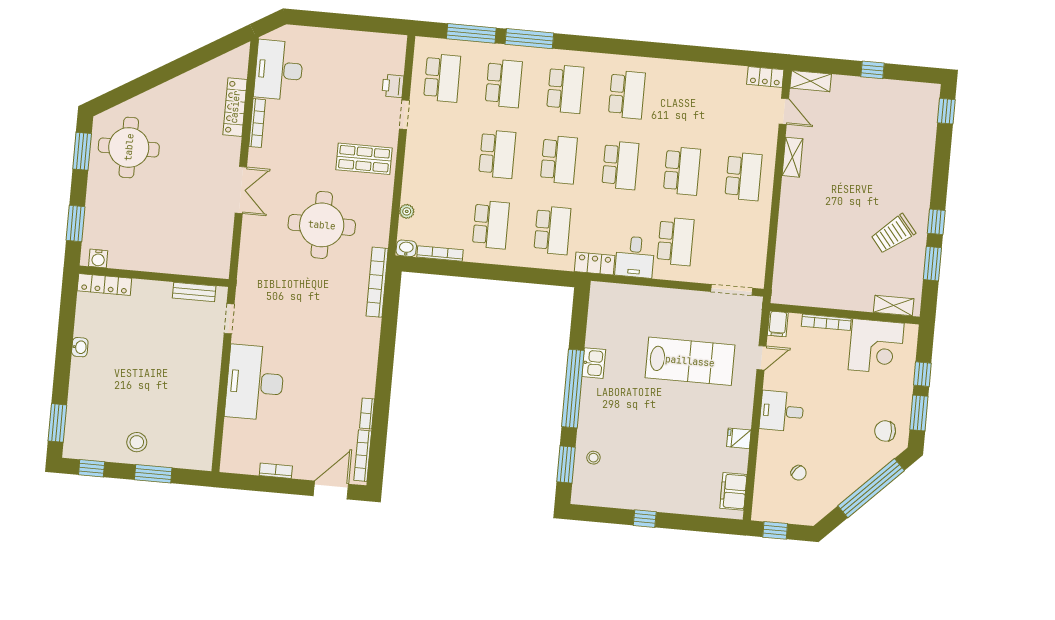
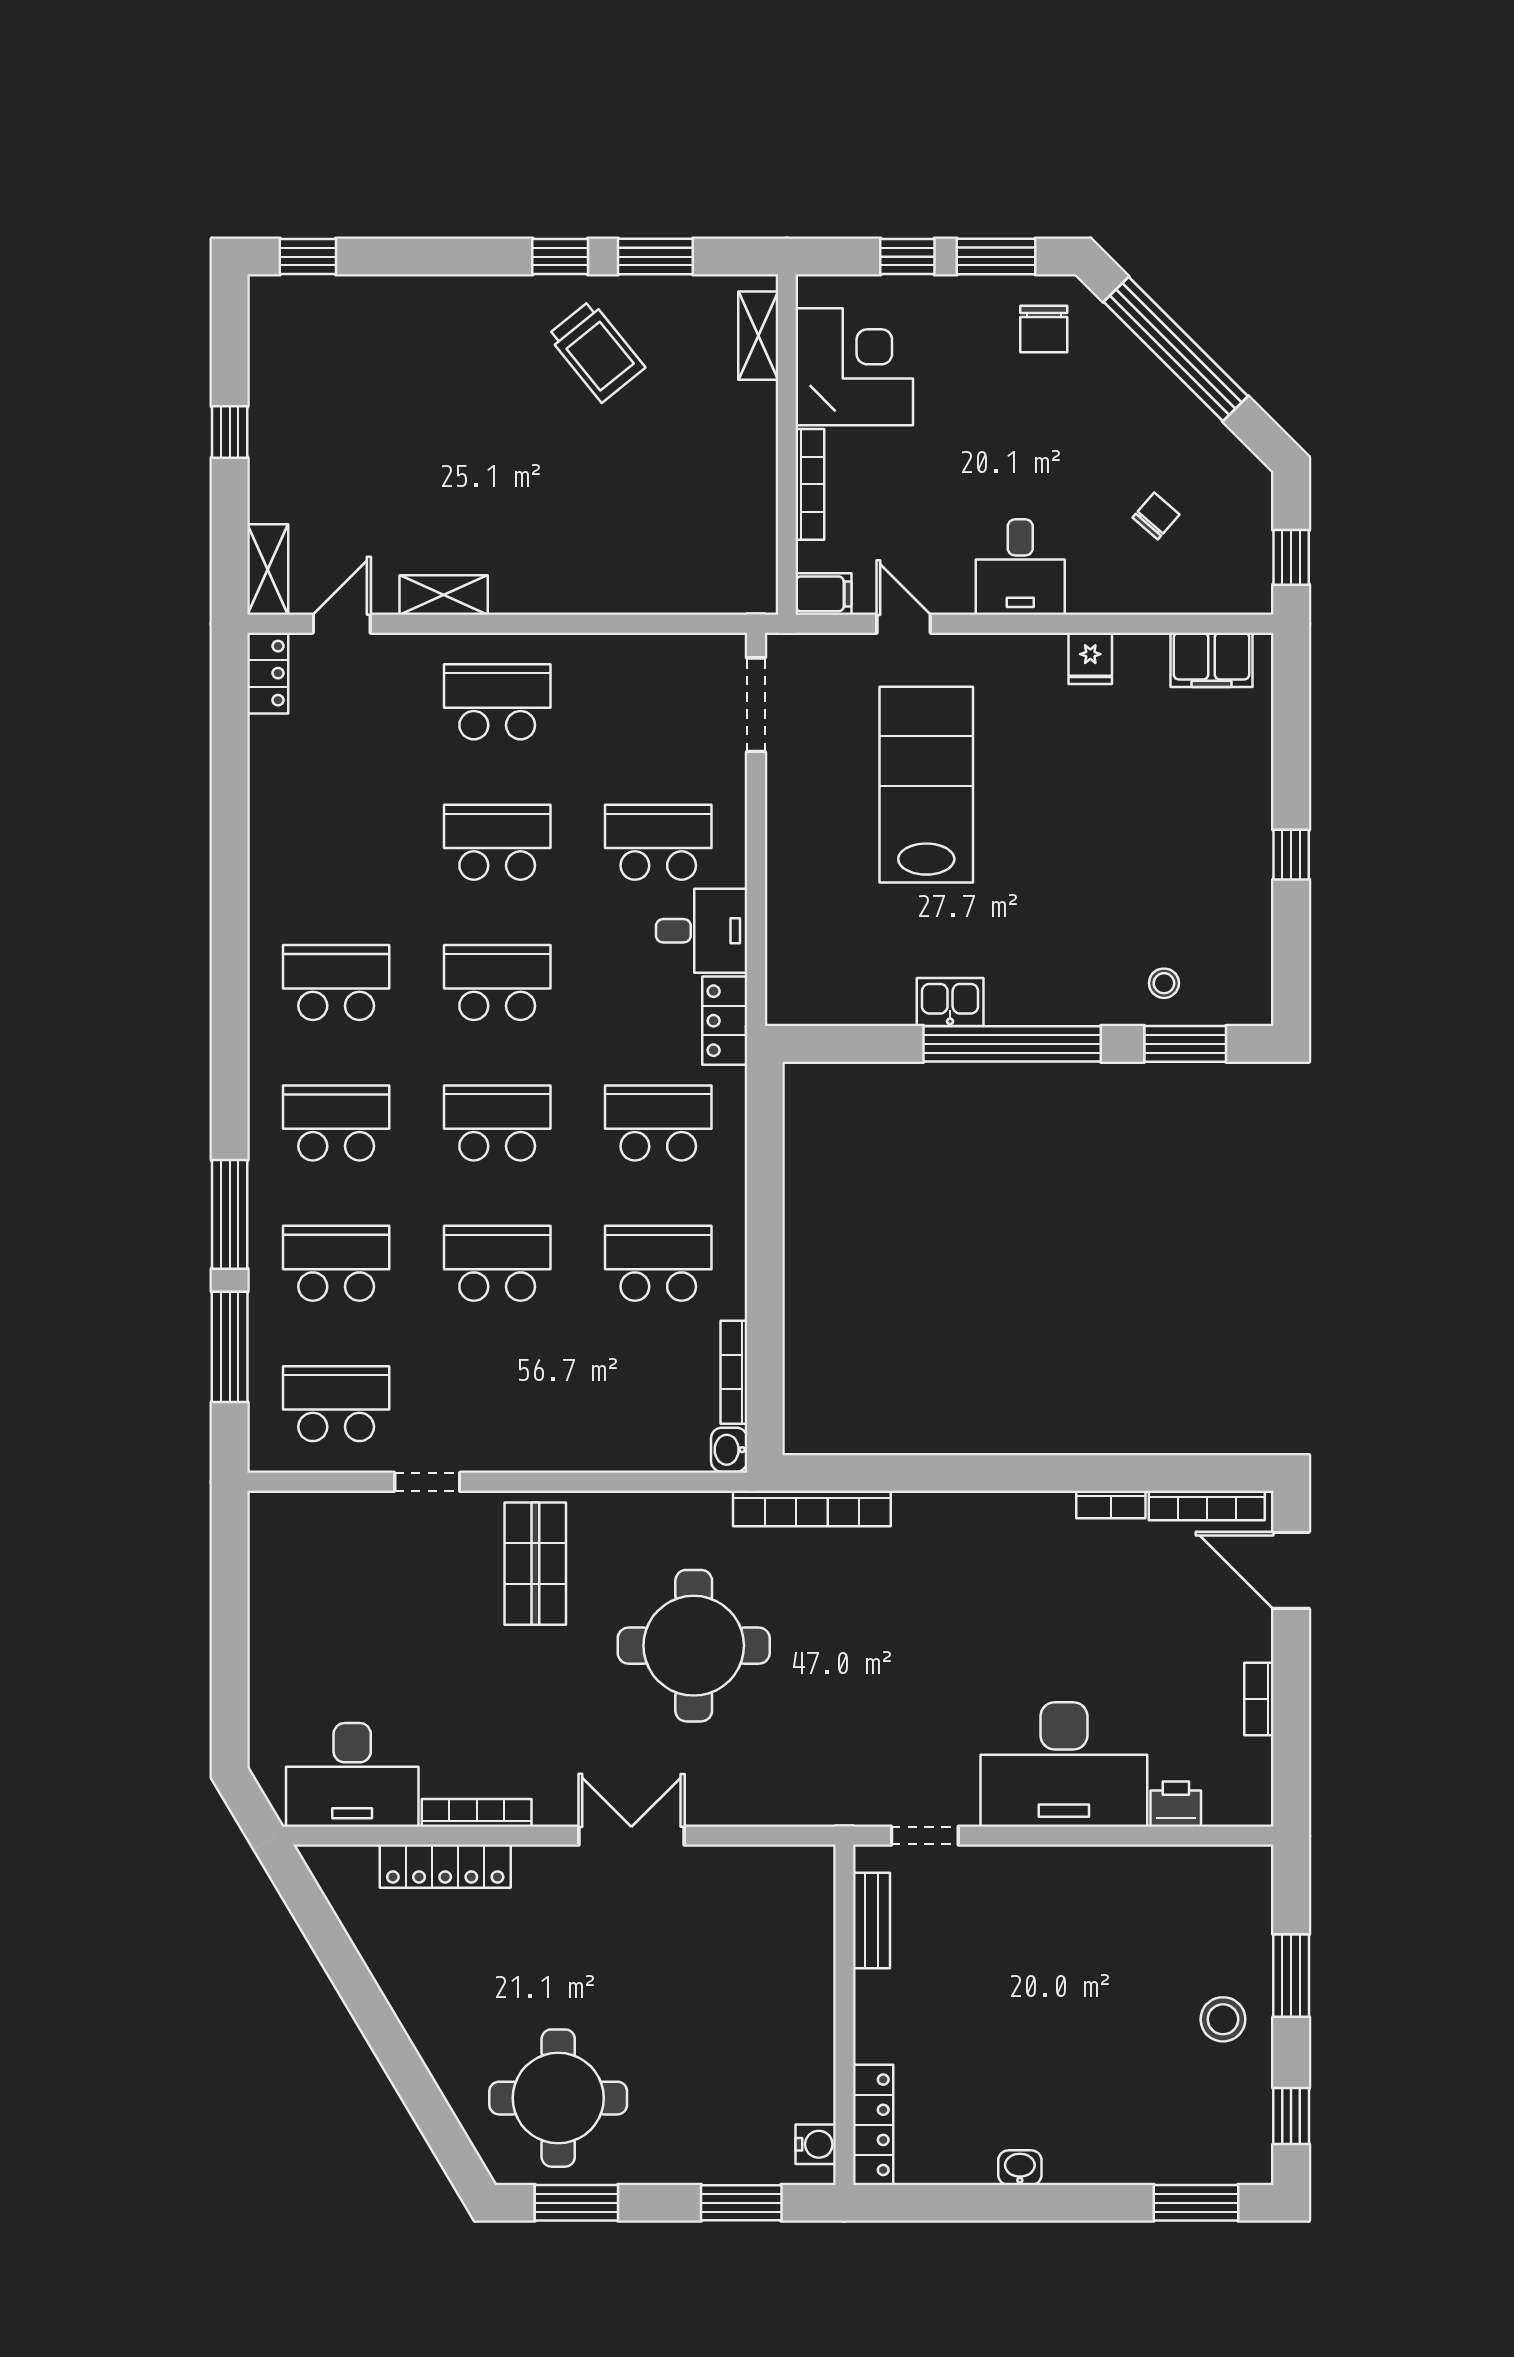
printer: (393, 86) -> (1176, 1804), moved, turned 180
plant: (407, 211) -> (646, 1456), removed

